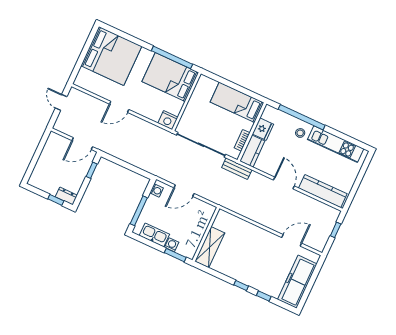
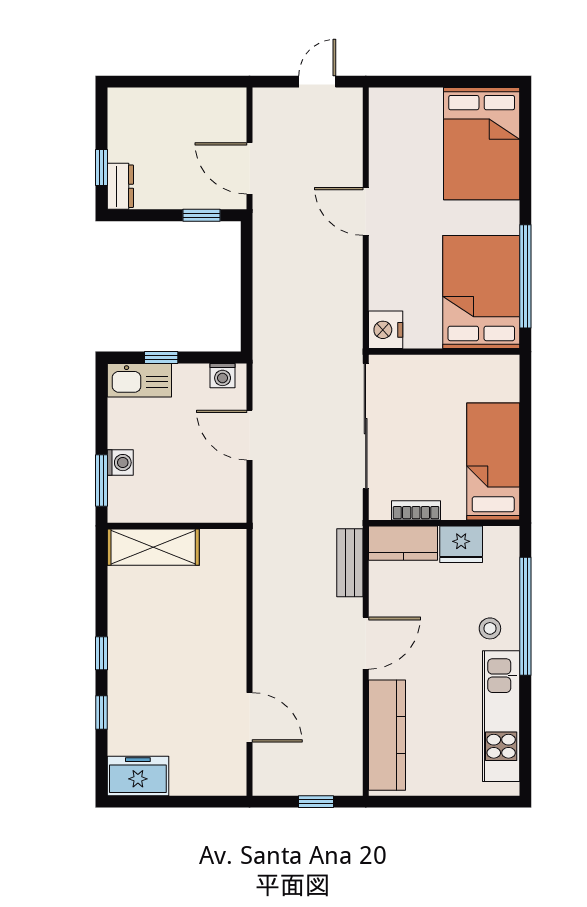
bed: (111, 56) -> (482, 144), width x0.73
bench: (237, 169) -> (350, 563), moved
window: (139, 211) -> (161, 357), width x0.46
kitchen sink: (154, 235) -> (139, 380), moved, turned 90
freezer: (297, 282) -> (138, 776), width x0.52, depth x0.79

